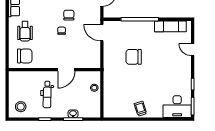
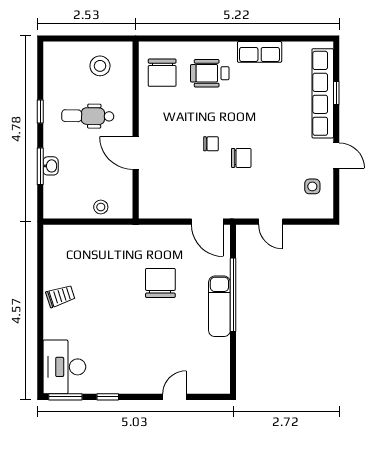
exam couch: (170, 26) -> (219, 306), moved
door: (102, 33) -> (207, 222), swing flipped
stool: (21, 107) -> (100, 66), moved

